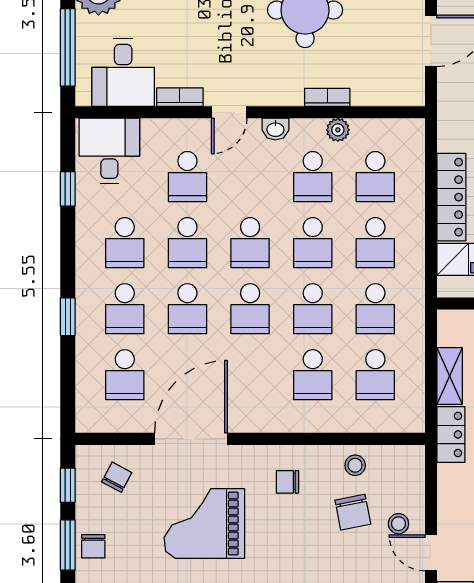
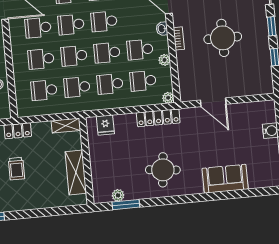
bookcase: (327, 97) -> (179, 38), moved
plant: (414, 130) -> (168, 98), added
locker: (451, 197) -> (158, 118), moved
school desk: (250, 375) -> (38, 28), added
shelving: (450, 376) -> (66, 126), moved

